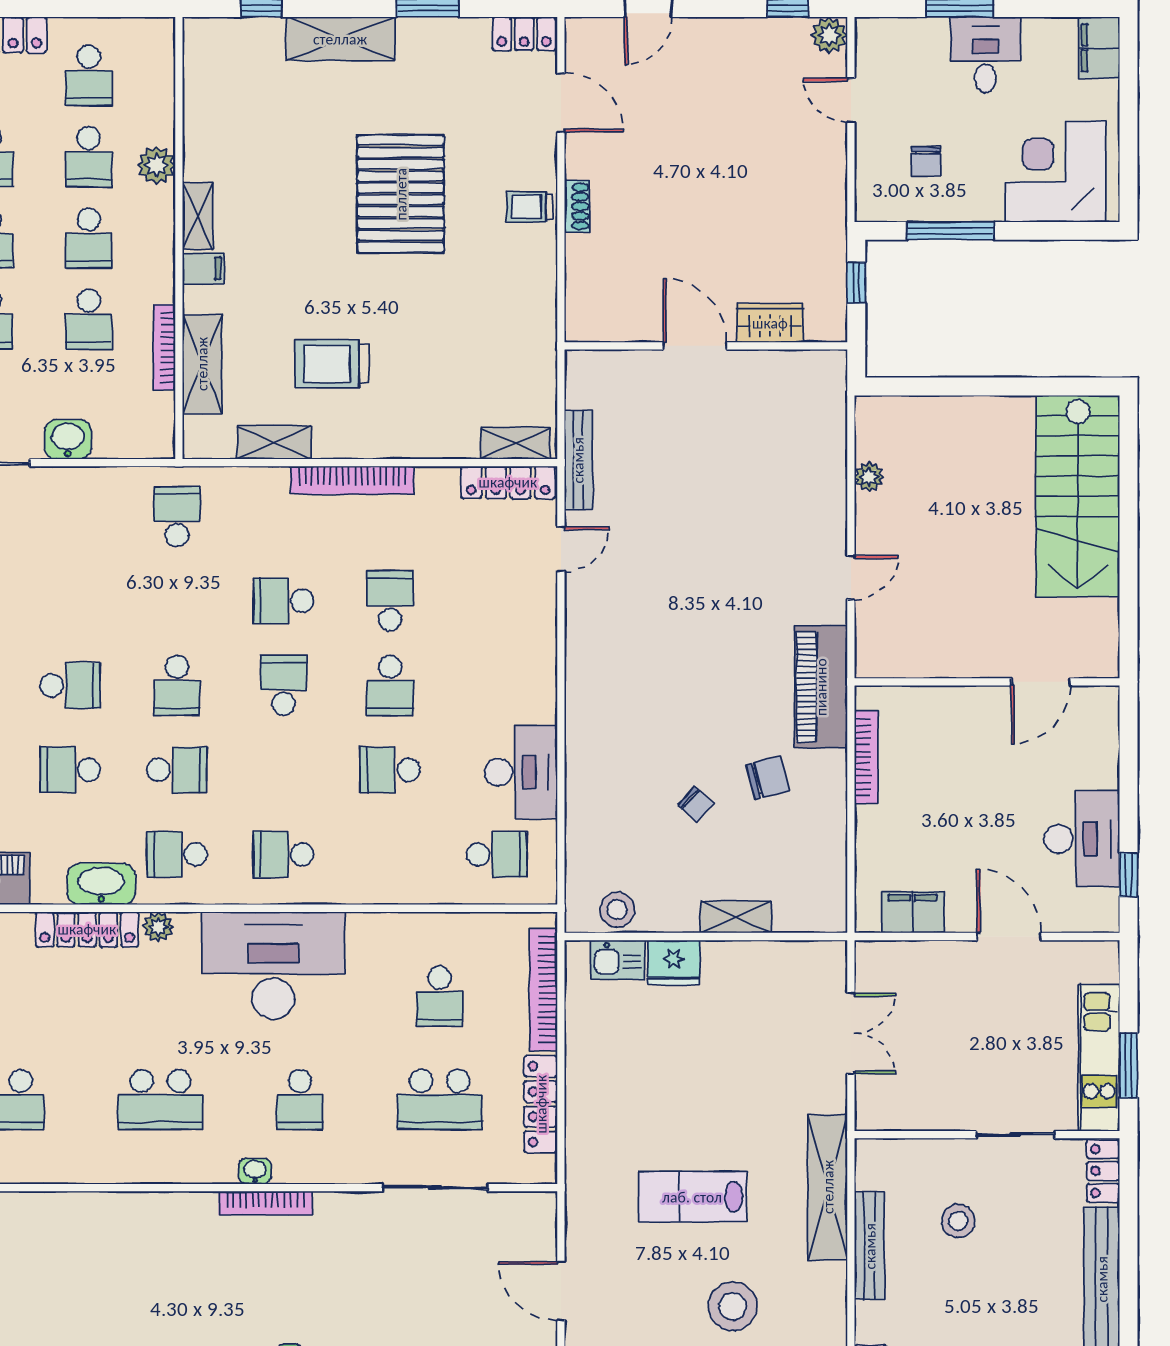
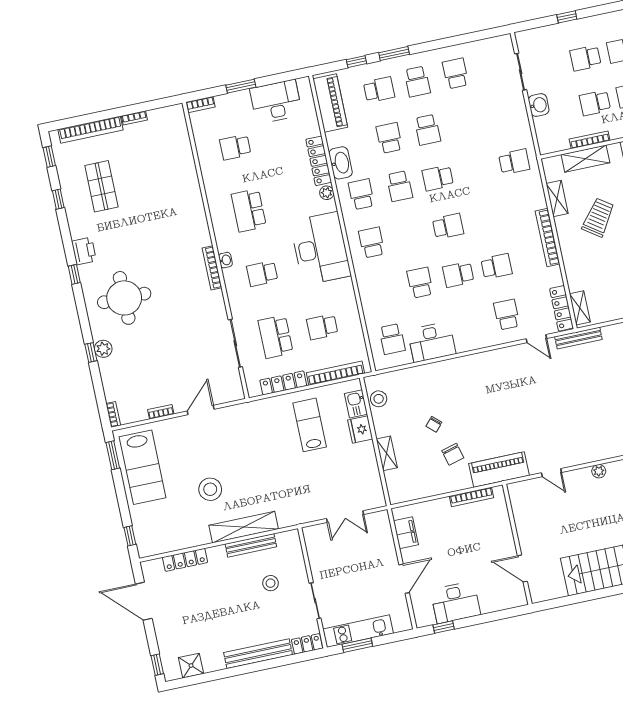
trolley: (332, 364) -> (598, 217), turned 35
school desk: (283, 601) -> (507, 315), moved
shelving: (828, 1187) -> (244, 527), moved
lab bench: (692, 1197) -> (310, 425), moved

